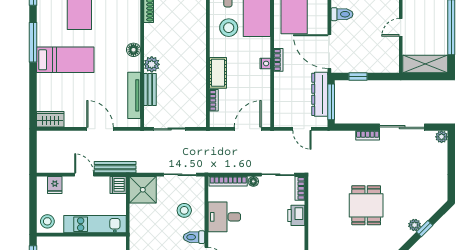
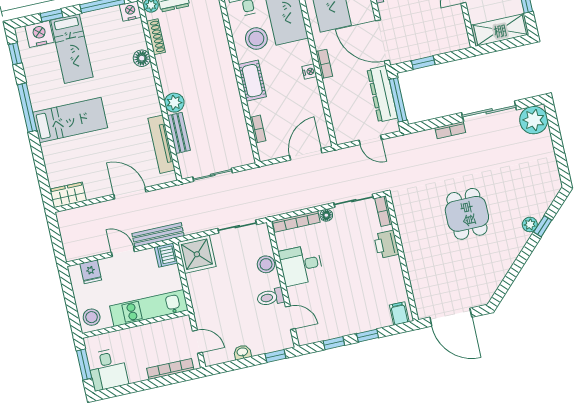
floor lamp: (133, 50) -> (142, 58), moved
cot: (218, 73) -> (252, 81), moved
plant: (442, 137) -> (534, 120), width x1.88, depth x1.88
stool: (184, 210) -> (266, 264), moved

